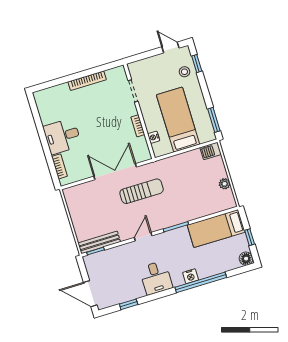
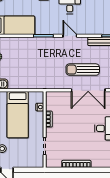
double door: (115, 172) -> (88, 90), moved
sun lounger: (142, 191) -> (83, 70), moved
door: (143, 237) -> (70, 36), swing flipped

